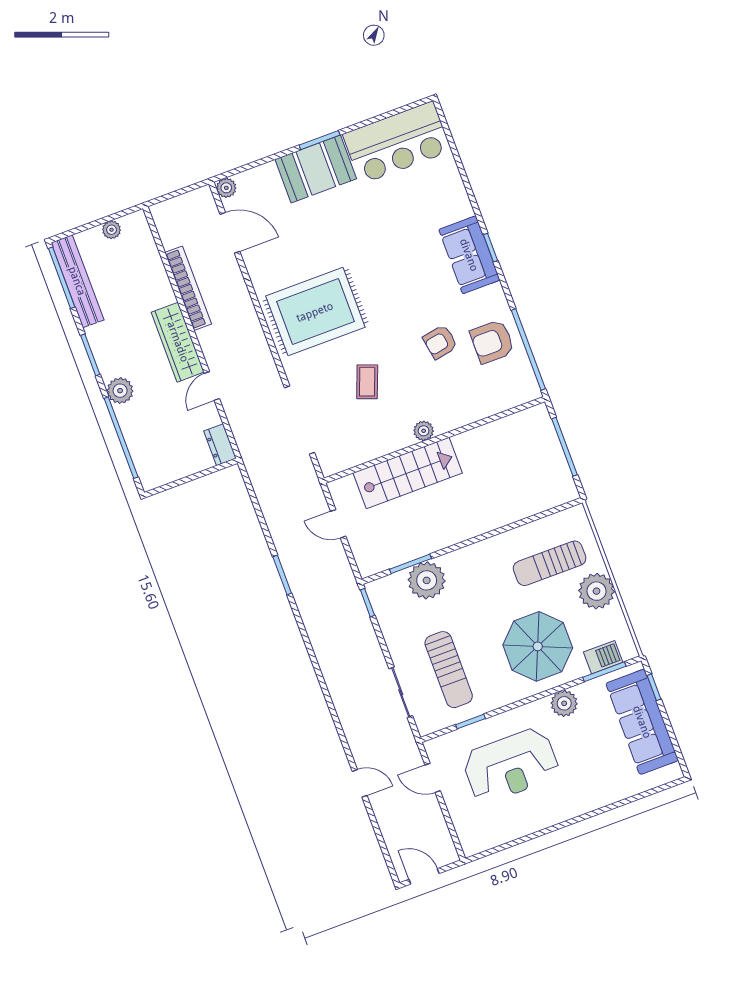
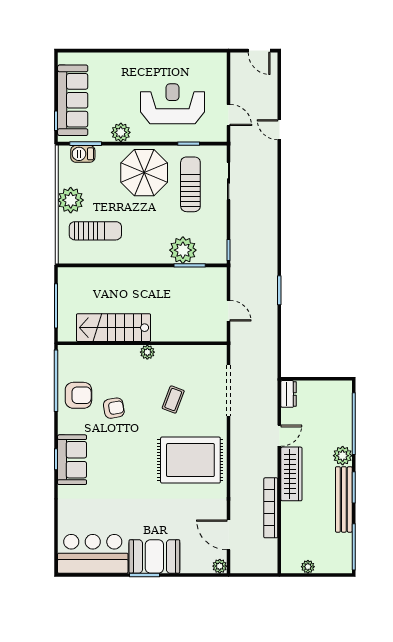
bench: (77, 281) -> (344, 499), moved
stairs: (408, 473) -> (114, 328), moved
parasol: (538, 646) -> (144, 173), moved

